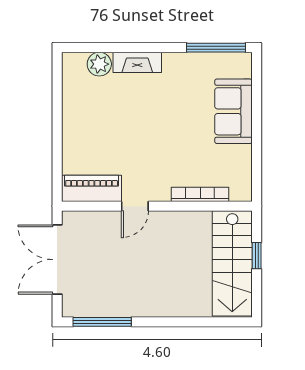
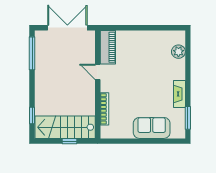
window: (216, 48) -> (188, 118), width x0.69
fireplace: (137, 62) -> (179, 94), moved
window: (212, 322) -> (32, 116), added

